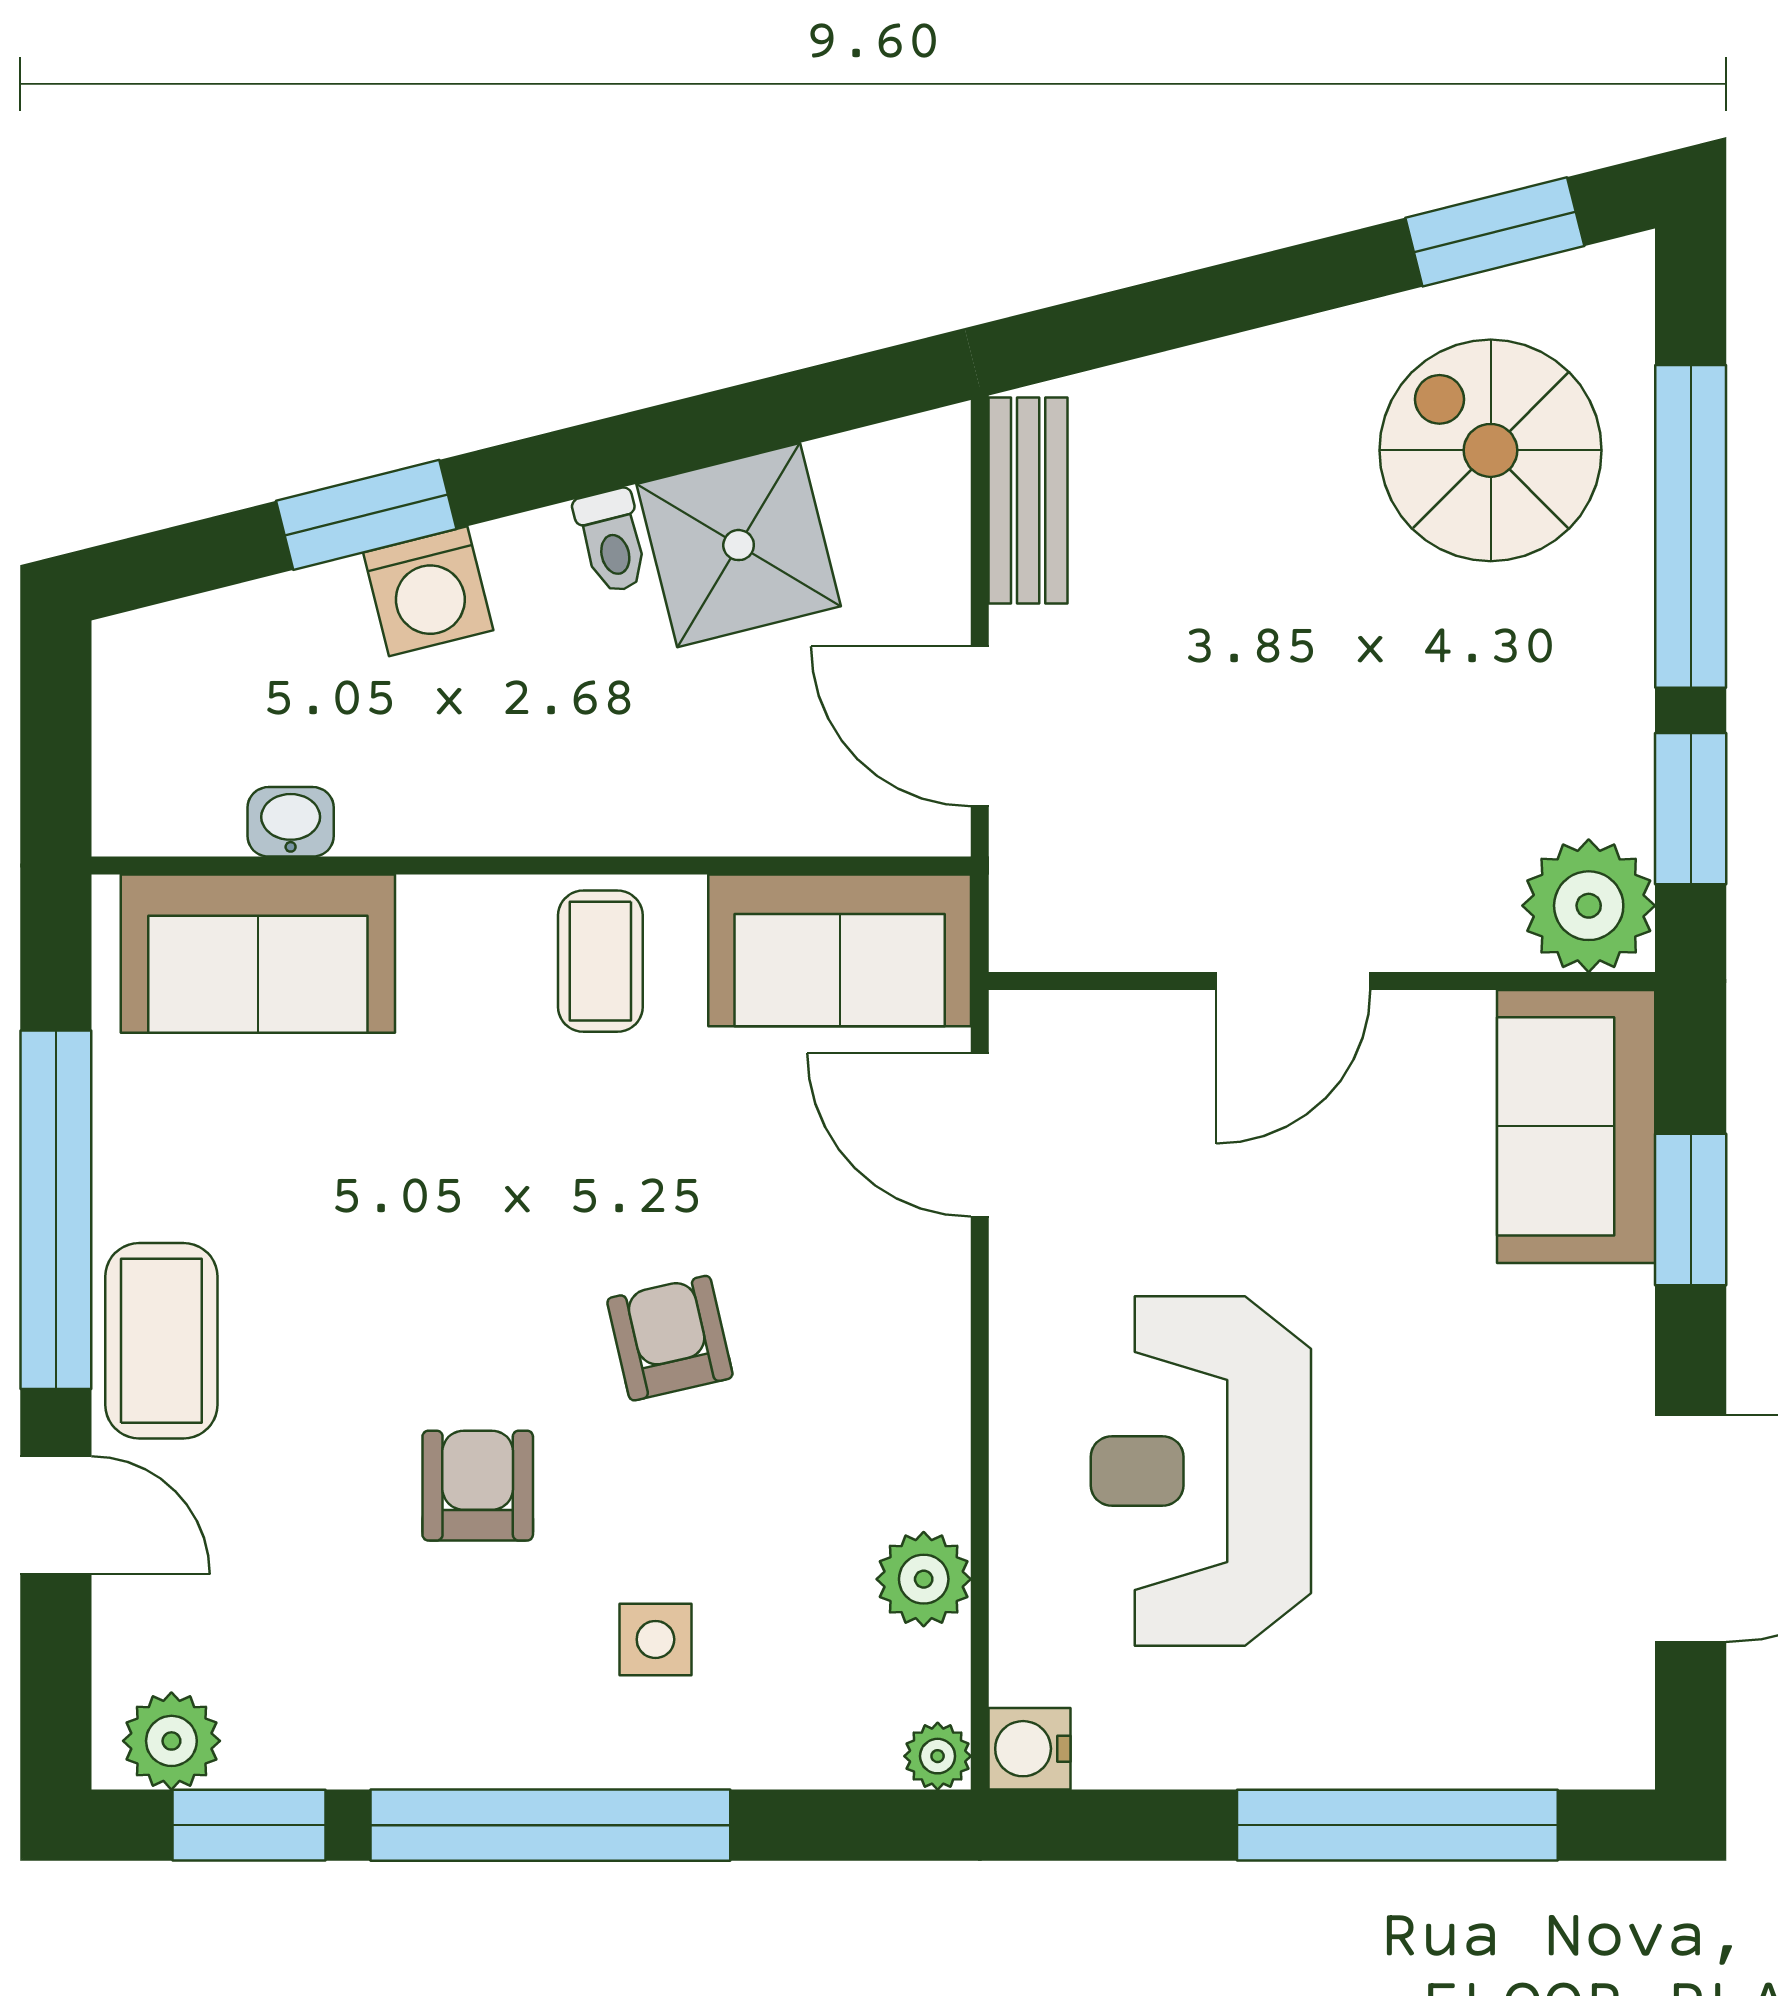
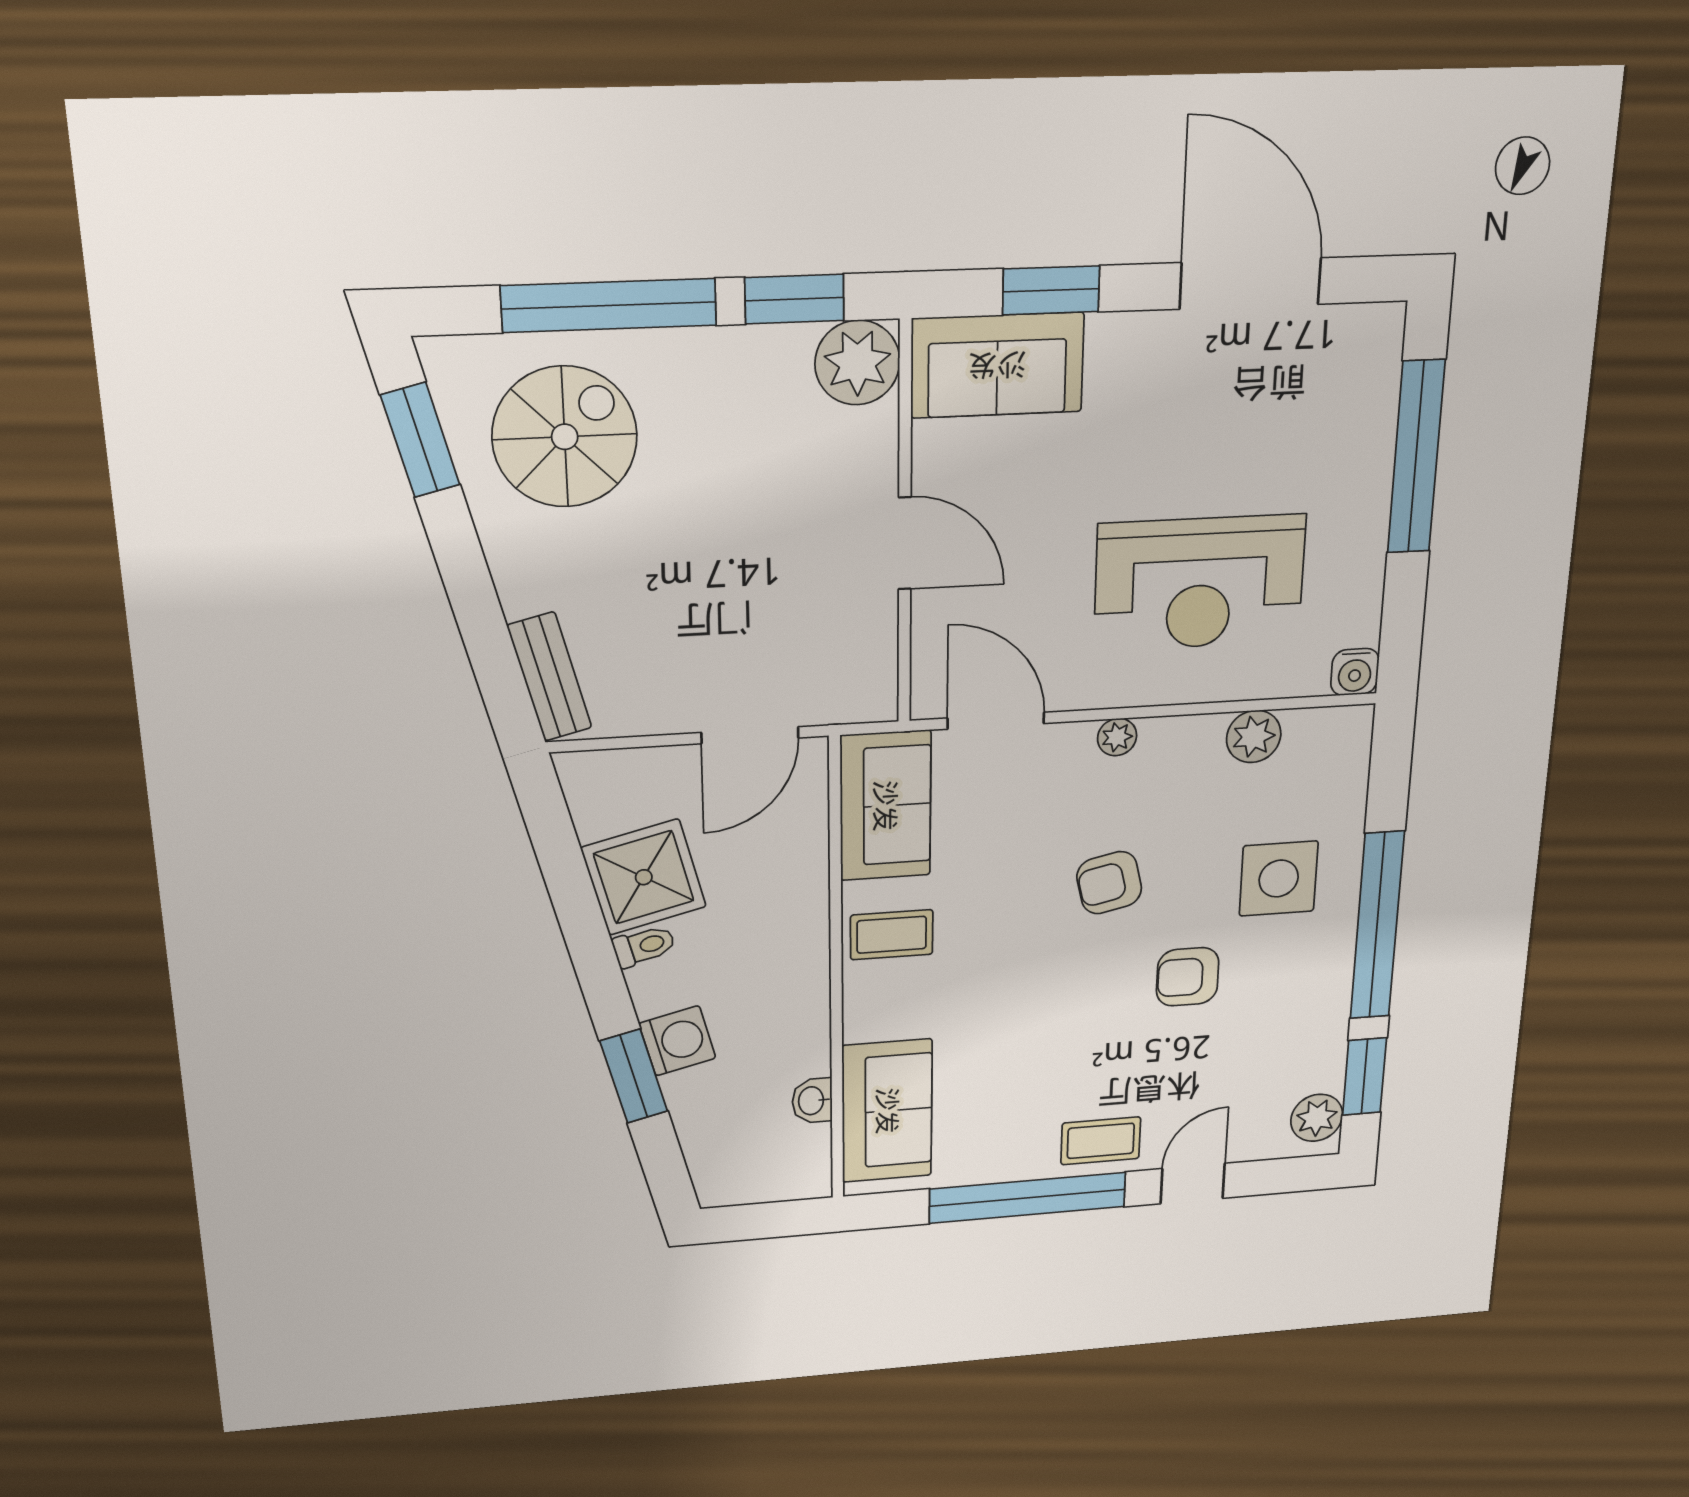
spiral stairs: (1491, 450) -> (565, 437), turned 180
bench: (1028, 500) -> (550, 677), moved, turned 76
door: (980, 1135) -> (996, 721), swing flipped
coffee table: (161, 1341) -> (1101, 1141), width x0.73, depth x0.77
side table: (655, 1639) -> (1279, 879), width x1.87, depth x1.87
plant: (938, 1756) -> (1117, 737), moved

